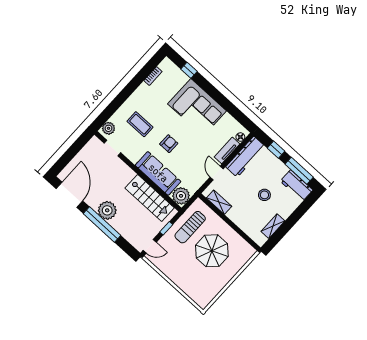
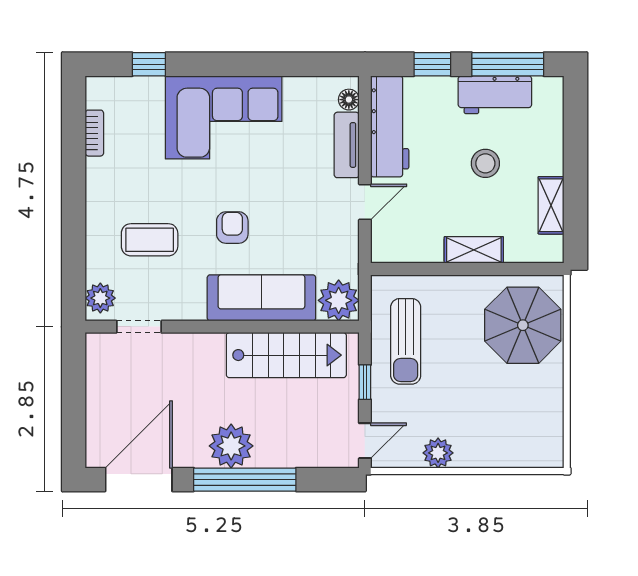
door: (217, 173) -> (365, 202), swing flipped
workbench: (297, 186) -> (495, 95), moved
door: (69, 195) -> (139, 480), hinge flipped
shelving: (219, 202) -> (474, 250), moved
parasol: (212, 251) -> (523, 325), moved
plant: (169, 270) -> (438, 453), added

